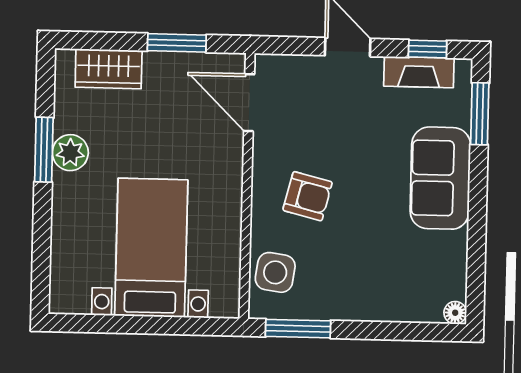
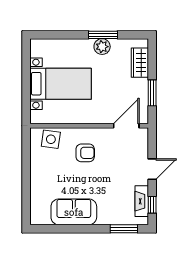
sofa: (440, 178) -> (74, 212), moved
armchair: (308, 196) -> (85, 153), turned -104
floor lamp: (455, 313) -> (35, 220), removed
window: (298, 329) -> (26, 150), removed

